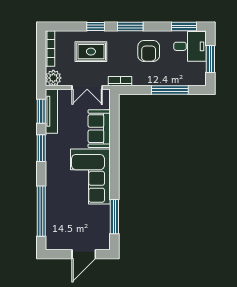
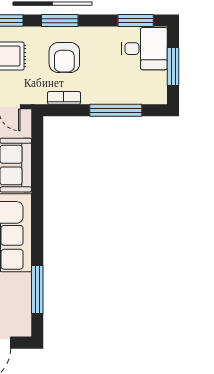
armchair: (149, 51) -> (64, 58), moved
bookcase: (120, 81) -> (64, 98), moved

